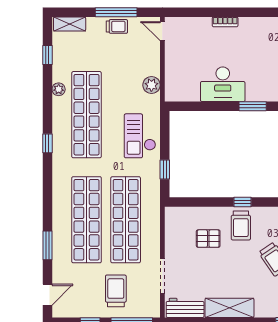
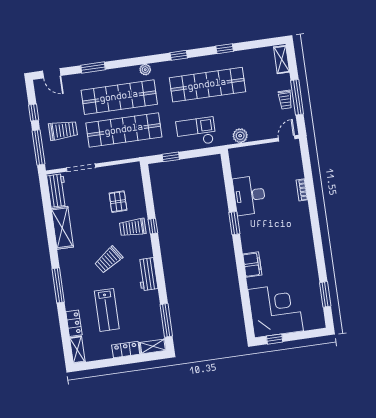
window: (47, 55) -> (225, 49), moved
plant: (59, 89) -> (145, 70), moved

